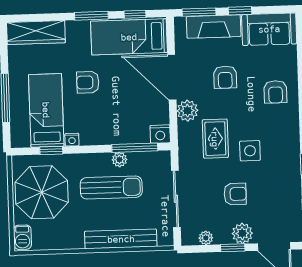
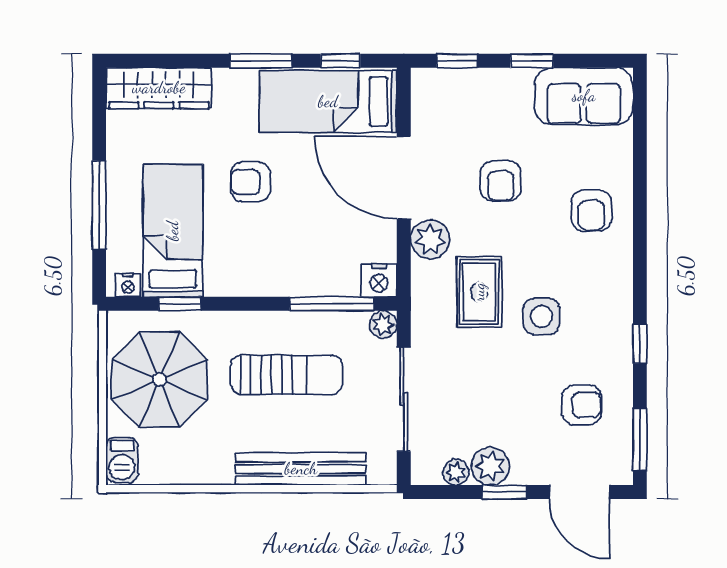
window: (199, 12) -> (457, 61), width x0.67
fireplace: (214, 27) -> (483, 88), removed
nightstand: (72, 140) -> (128, 285), moved
plant: (119, 160) -> (383, 324), moved
armchair: (235, 194) -> (582, 405), moved
plant: (242, 233) -> (490, 466), moved

